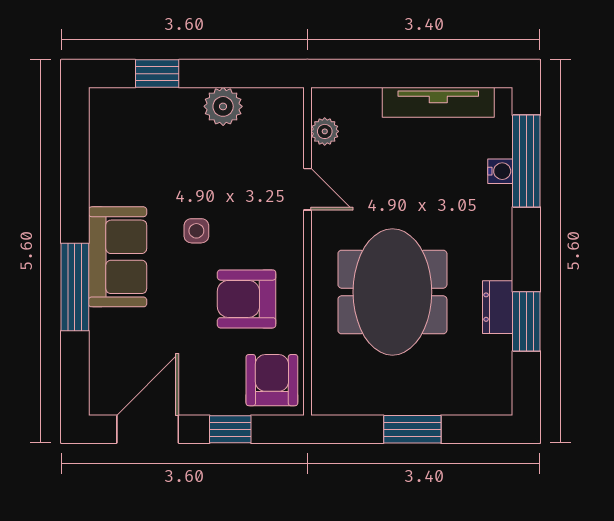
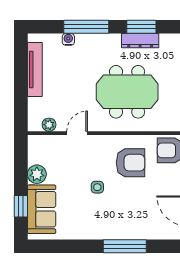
window: (526, 161) -> (86, 27), moved
sofa: (118, 257) -> (42, 209), moved, turned 90
armchair: (247, 299) -> (130, 163), turned -90
dresser: (498, 307) -> (140, 41), width x1.44

